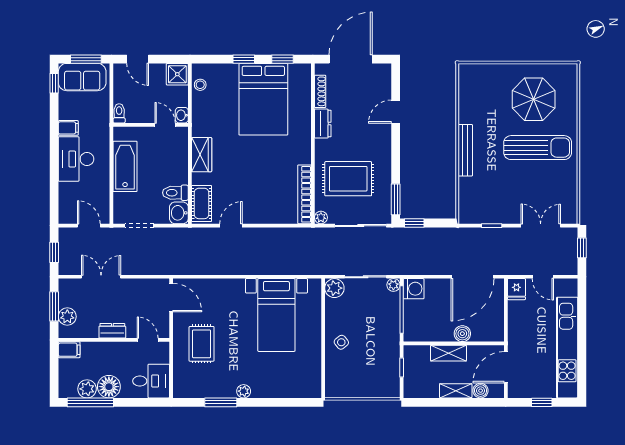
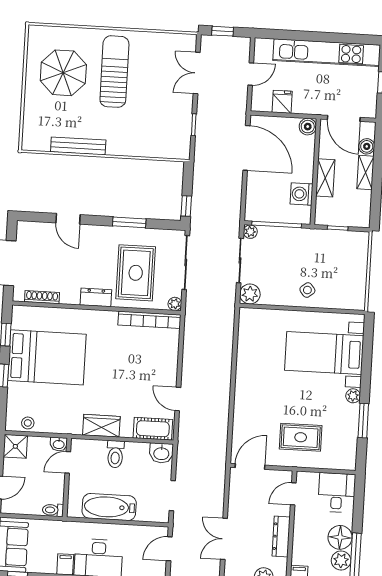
dresser: (323, 124) -> (96, 297), moved
bench: (465, 150) -> (78, 146), moved
toilet: (175, 193) -> (115, 454), moved
window: (396, 199) -> (129, 222), moved
washing machine: (414, 289) -> (302, 194), moved, turned -90
fridge: (516, 289) -> (282, 102), moved, turned -90
bed with nightstands: (276, 315) -> (324, 353), moved, turned 180
dresser: (112, 331) -> (281, 536), width x1.44
boiler: (462, 334) -> (308, 127), moved

